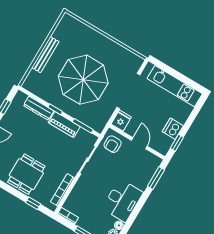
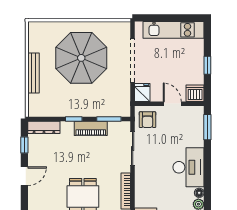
parasol: (83, 80) -> (81, 58), moved
dresser: (39, 108) -> (44, 127), moved
dishwasher: (173, 129) -> (195, 93), moved, turned 90
window: (177, 143) -> (207, 65), moved

